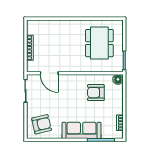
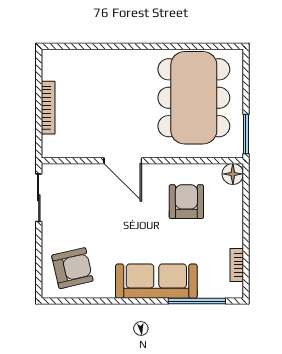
dining table: (99, 43) -> (194, 98), width x1.36, depth x1.24
door: (49, 73) -> (123, 161), moved
armchair: (96, 93) -> (186, 202), turned 90

